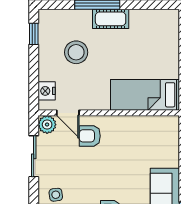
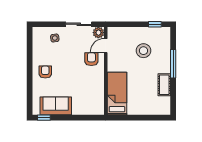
cot: (111, 19) -> (164, 85), moved
nightstand: (47, 91) -> (119, 32), removed

